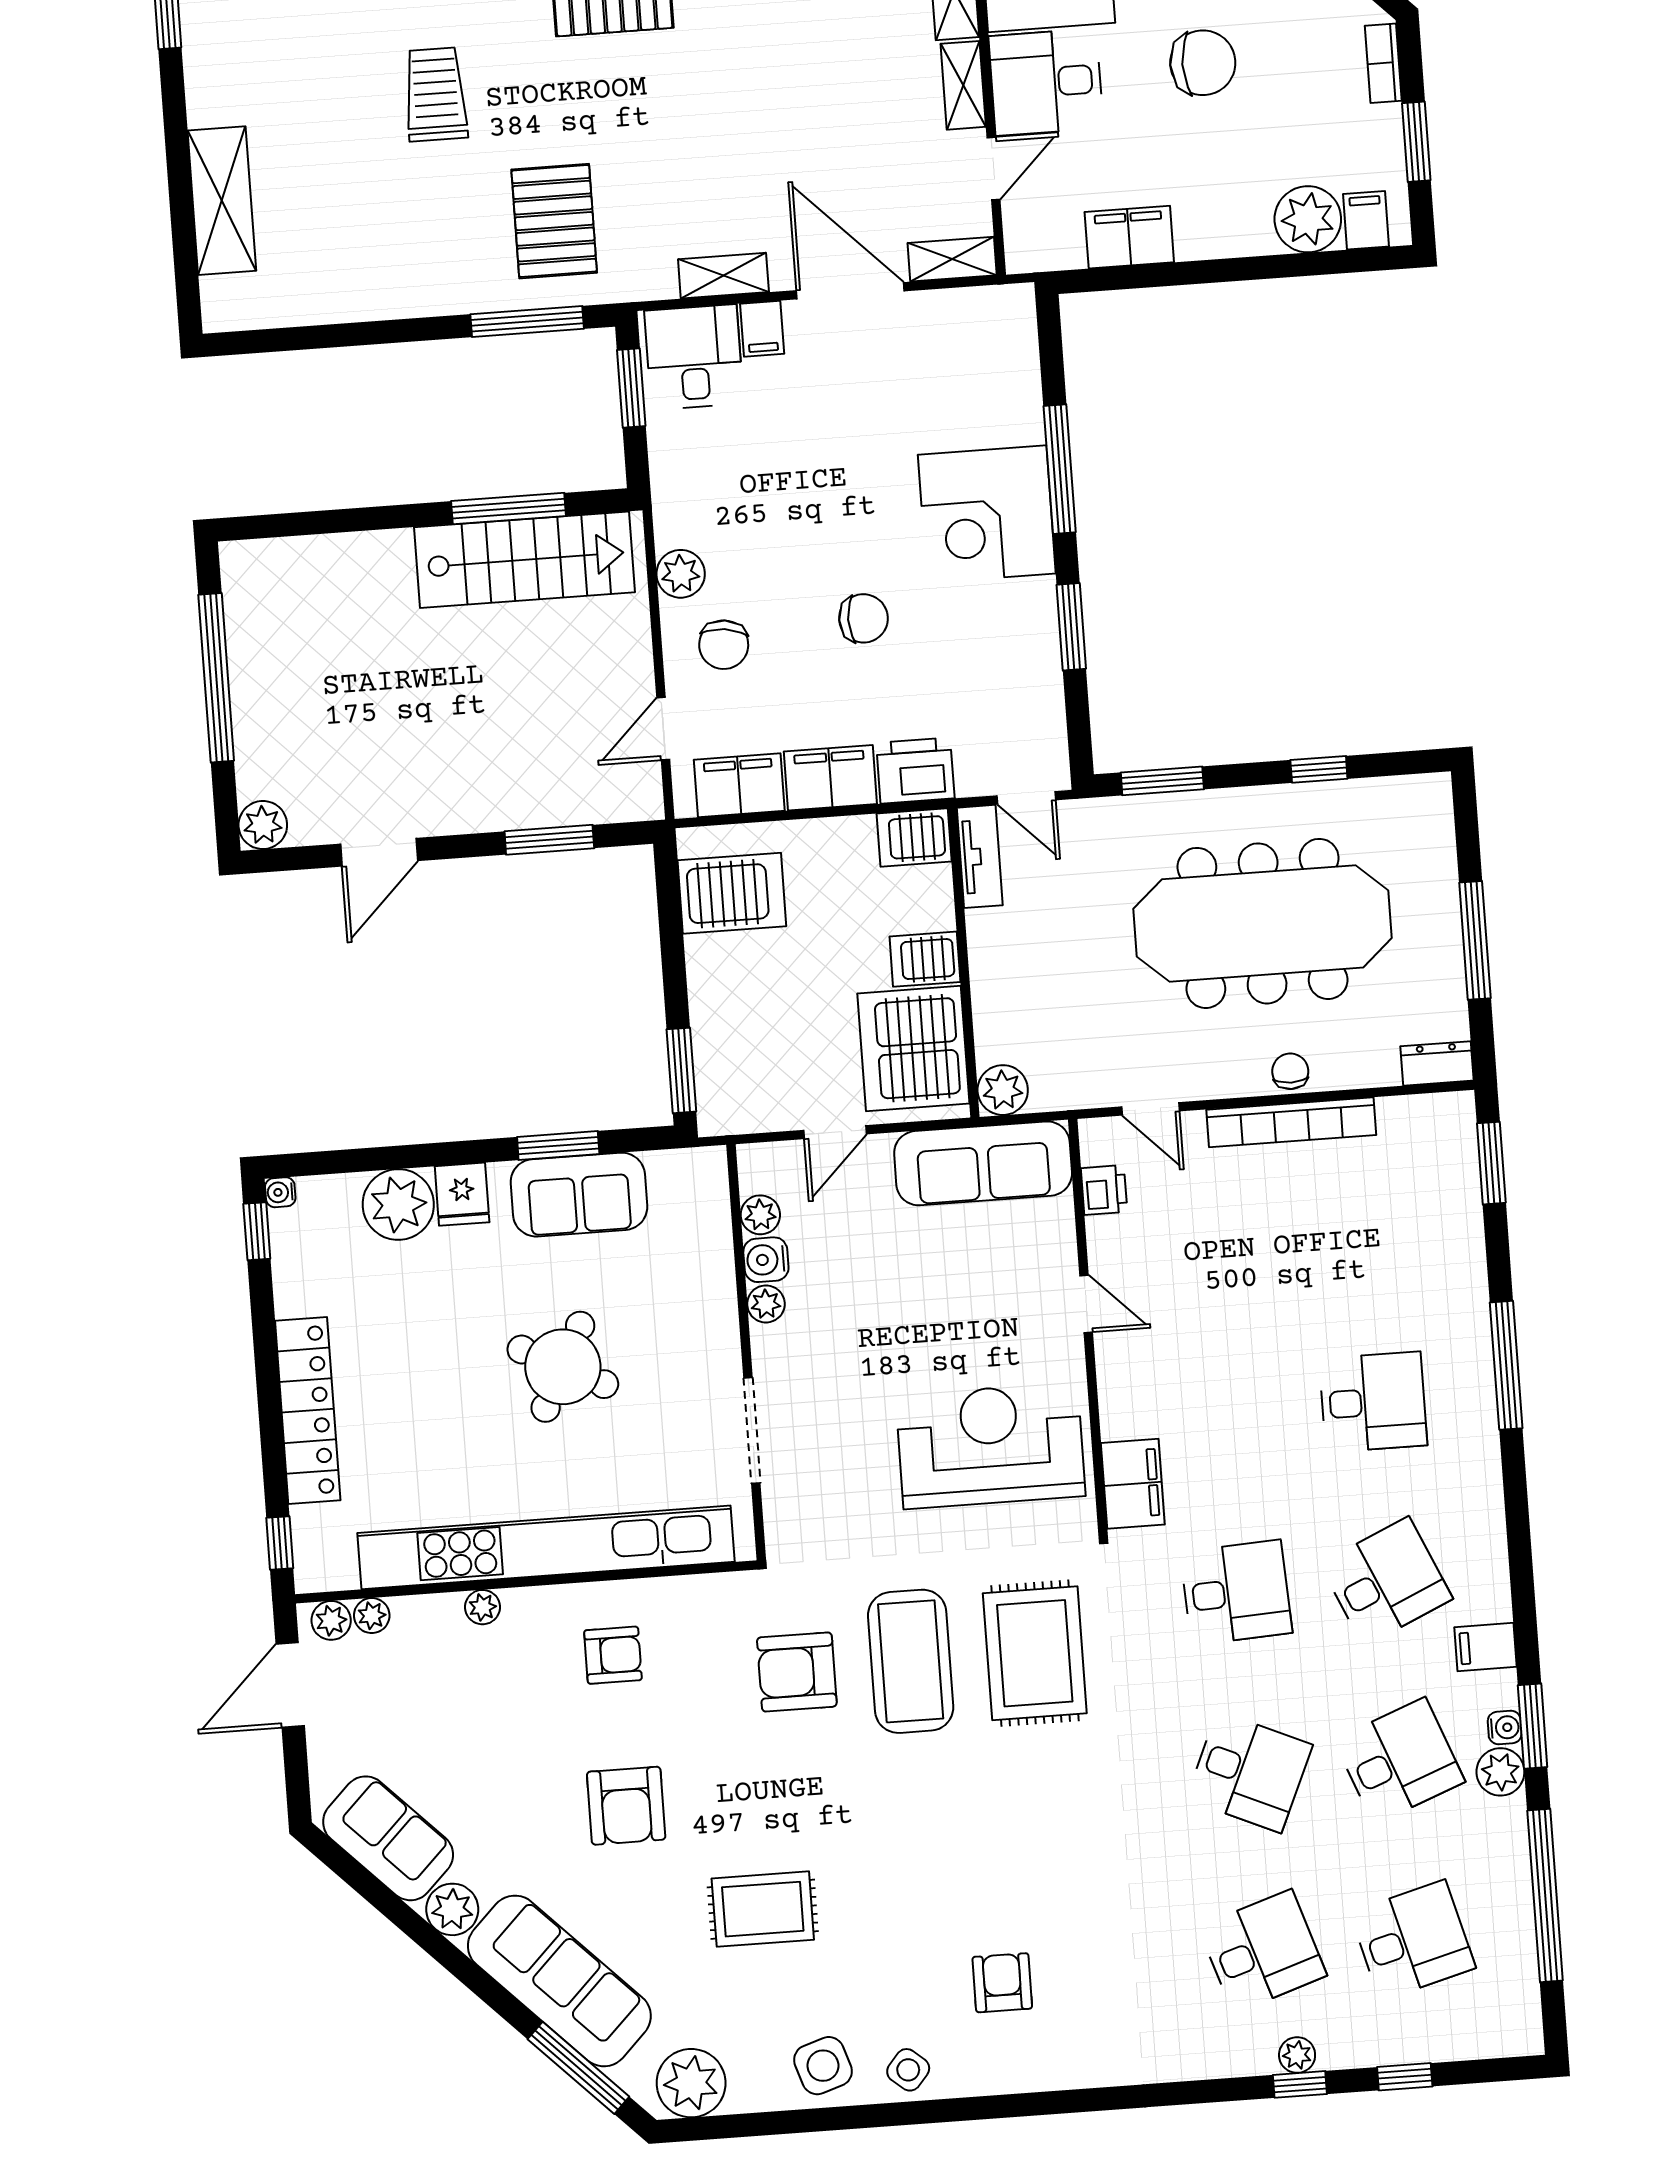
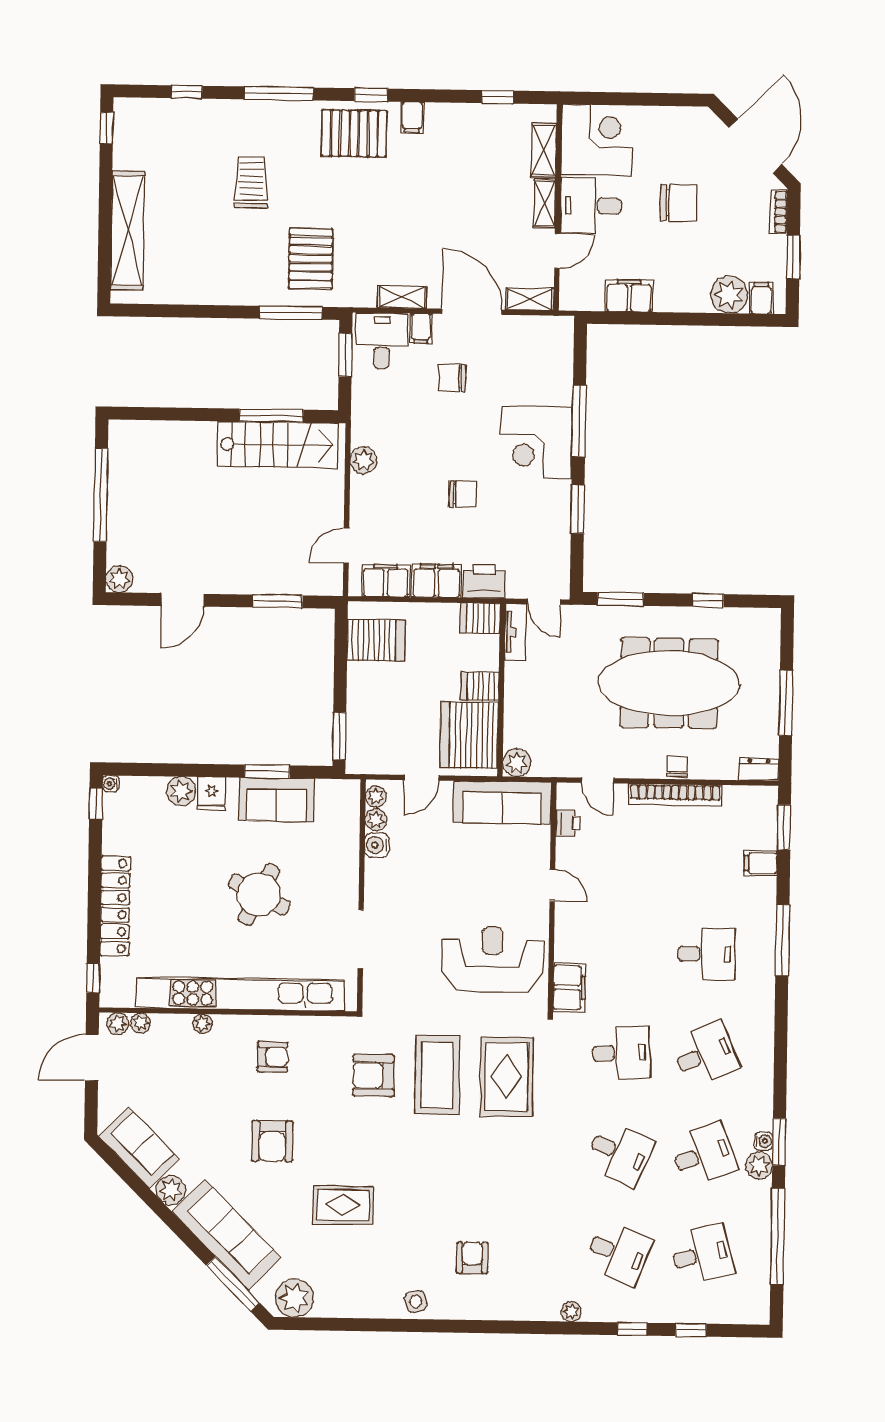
shelving: (222, 201) -> (128, 231), width x1.47
chair: (724, 645) -> (452, 378), moved, turned 83
plant: (398, 1205) -> (181, 791), width x0.73, depth x0.73
plant: (766, 1304) -> (376, 797), moved
filing cabinet: (1486, 1647) -> (761, 863), moved
desk: (1262, 1951) -> (618, 1253), turned 39
plant: (1297, 2055) -> (571, 1312), moved
side table: (823, 2066) -> (369, 1295), removed
side table: (908, 2070) -> (416, 1302), turned 34

